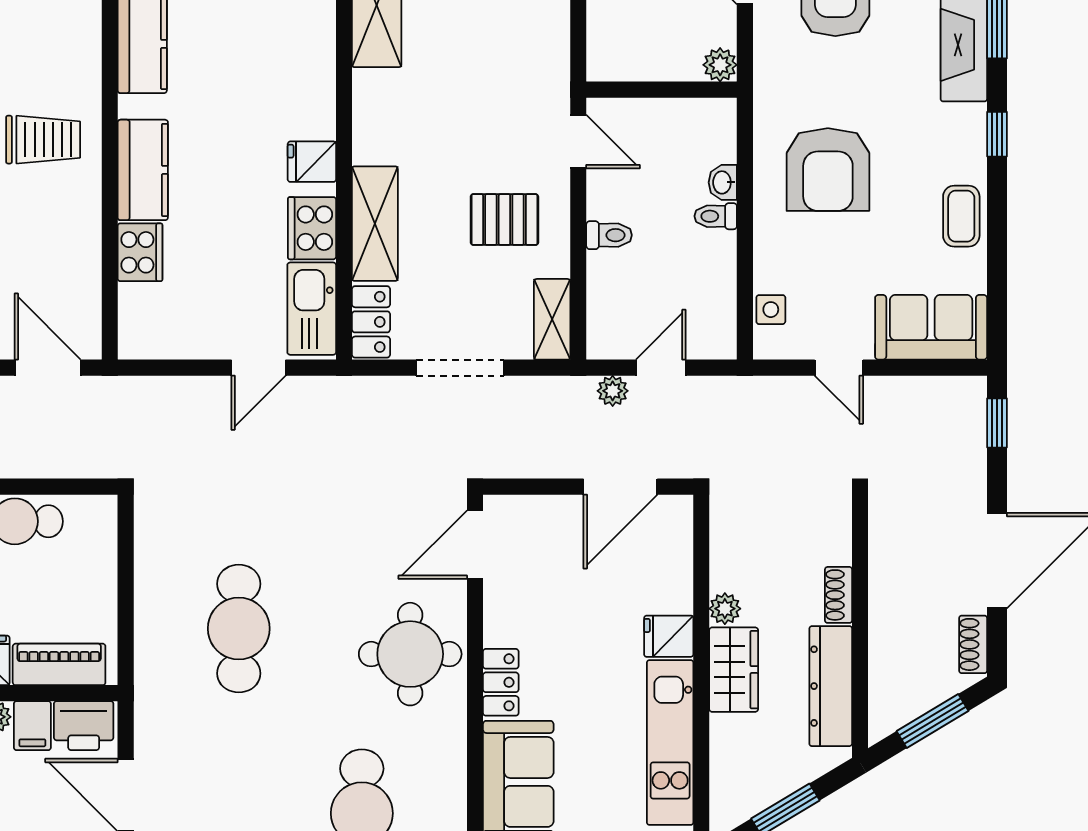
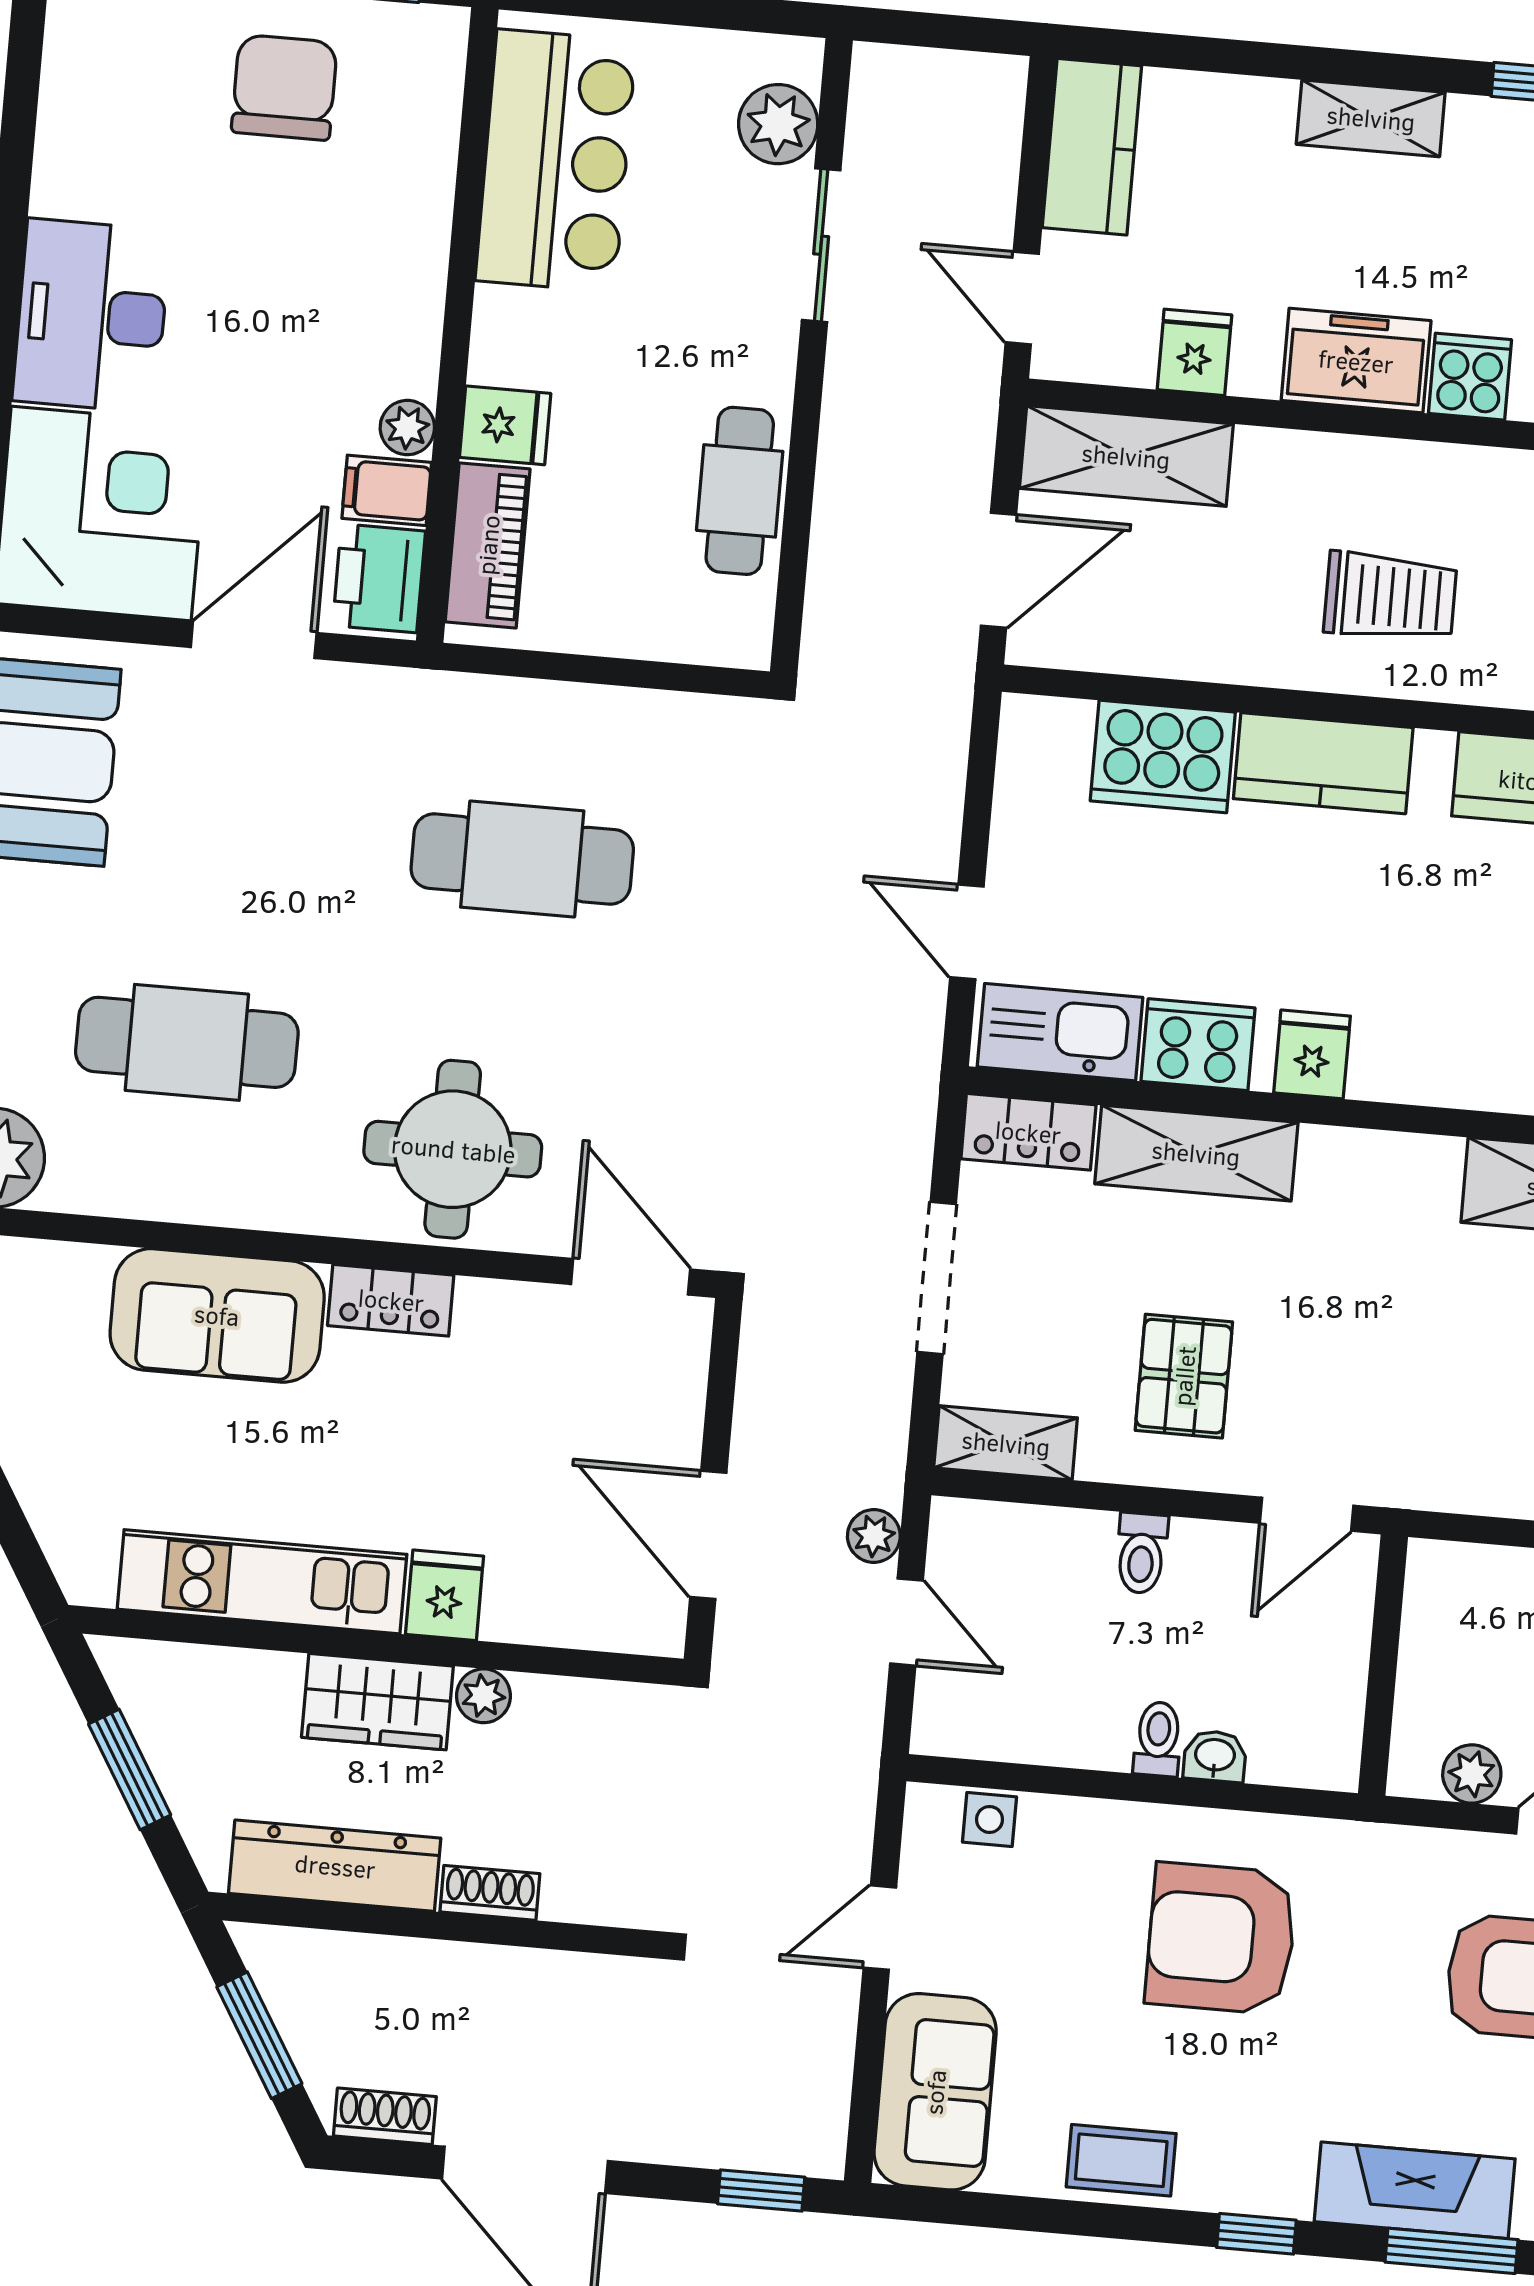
plant: (720, 65) -> (1472, 1774), moved
trolley: (43, 140) -> (1390, 597), turned -90
cooker: (140, 252) -> (1163, 756), width x1.37, depth x1.31

